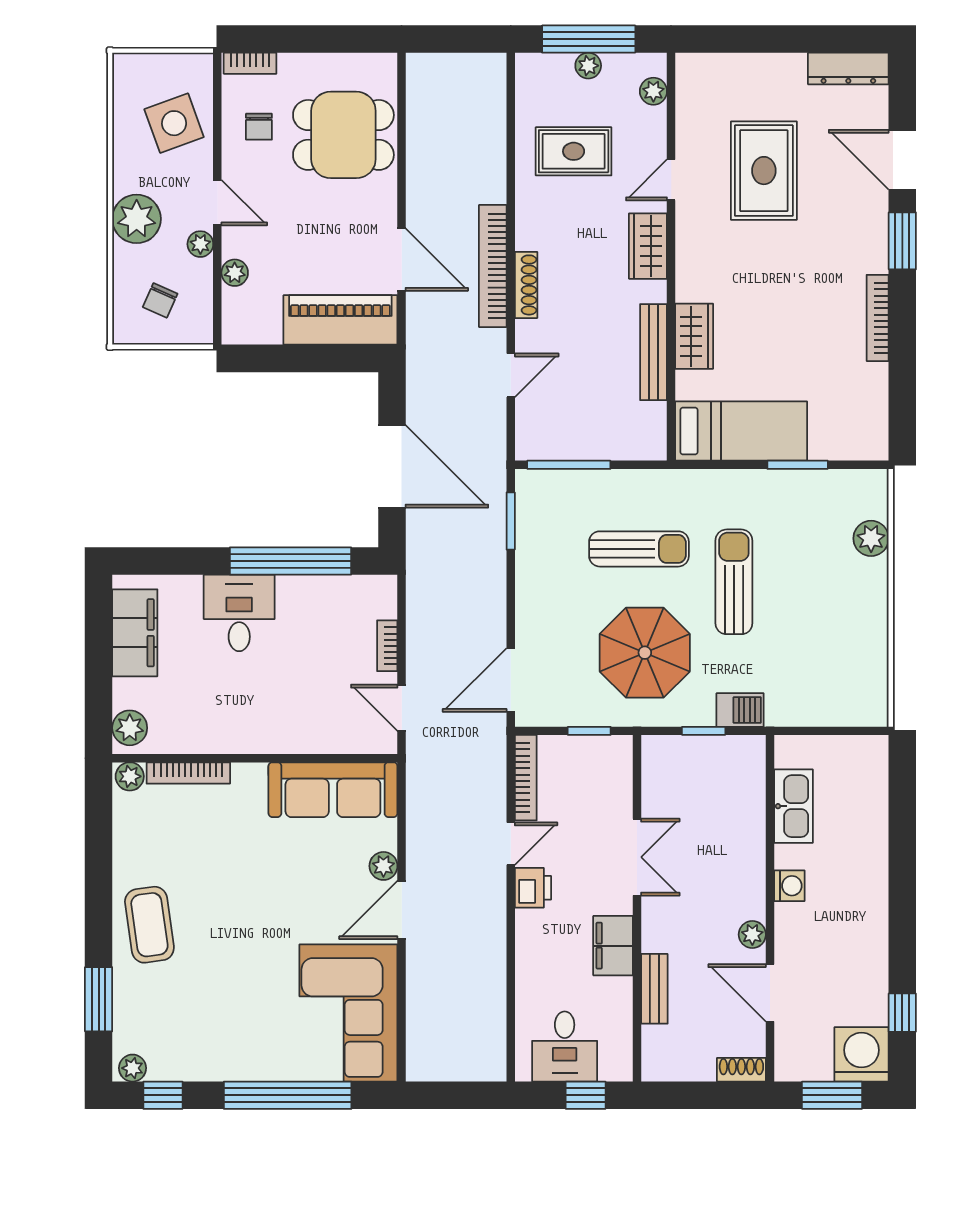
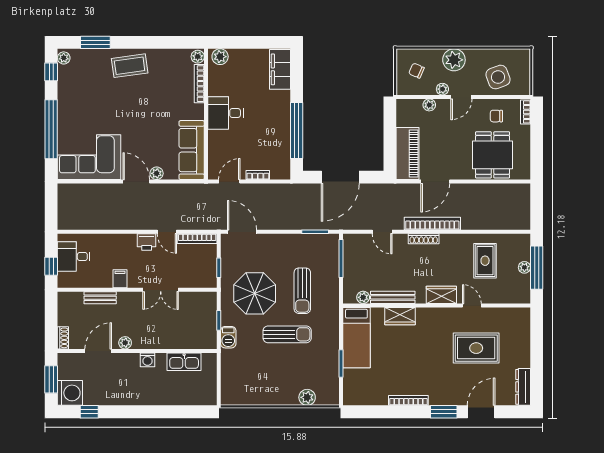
plant: (653, 91) -> (363, 297), moved
desk: (239, 613) -> (226, 113), moved, turned 180
filing cabinet: (135, 633) -> (280, 69), moved, turned 90
filing cabinet: (613, 946) -> (120, 279), width x0.50

